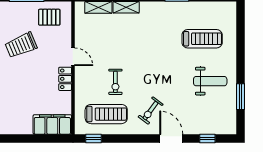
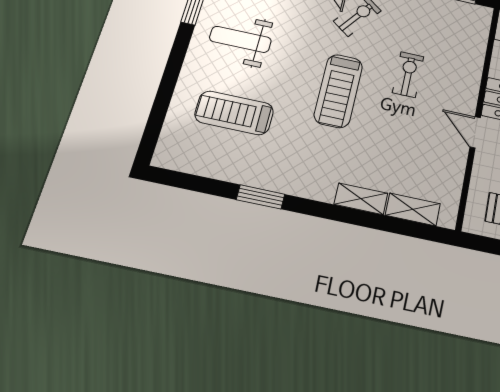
treadmill: (106, 114) -> (338, 91), moved, turned -90

